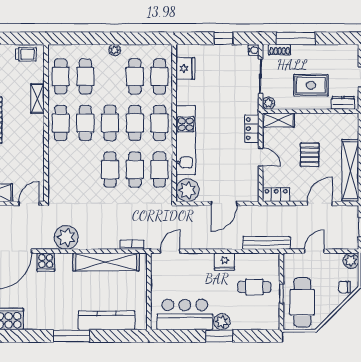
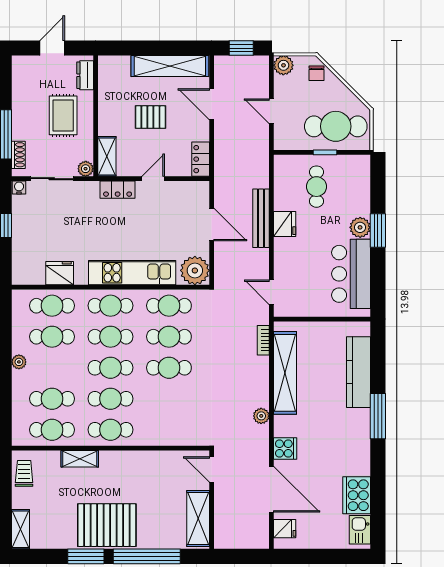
fridge: (185, 68) -> (60, 273), moved
plant: (66, 237) -> (261, 416), width x0.53, depth x0.53
bench: (266, 243) -> (261, 218), moved

